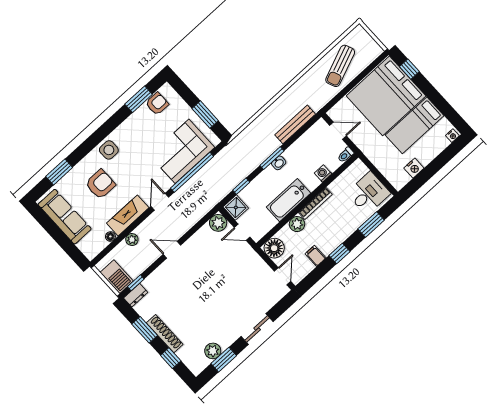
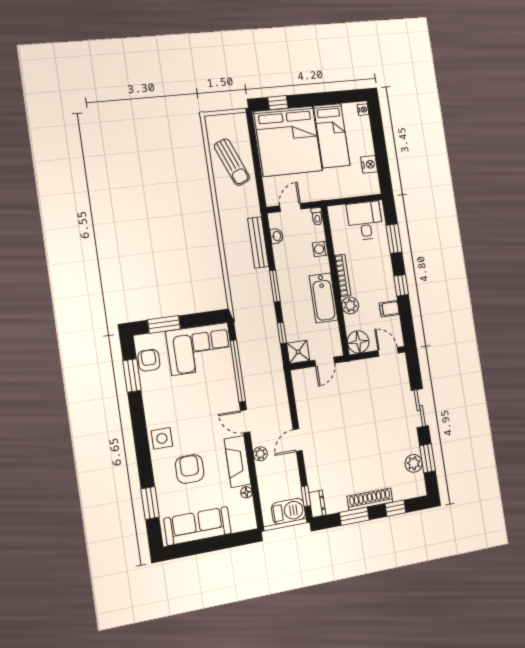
window: (205, 115) -> (164, 324), moved
corner sofa: (182, 151) -> (200, 349), moved, turned -90
washbasin: (279, 163) -> (277, 236), moved
plant: (218, 223) -> (301, 379), removed
plant: (132, 240) -> (260, 454), moved

